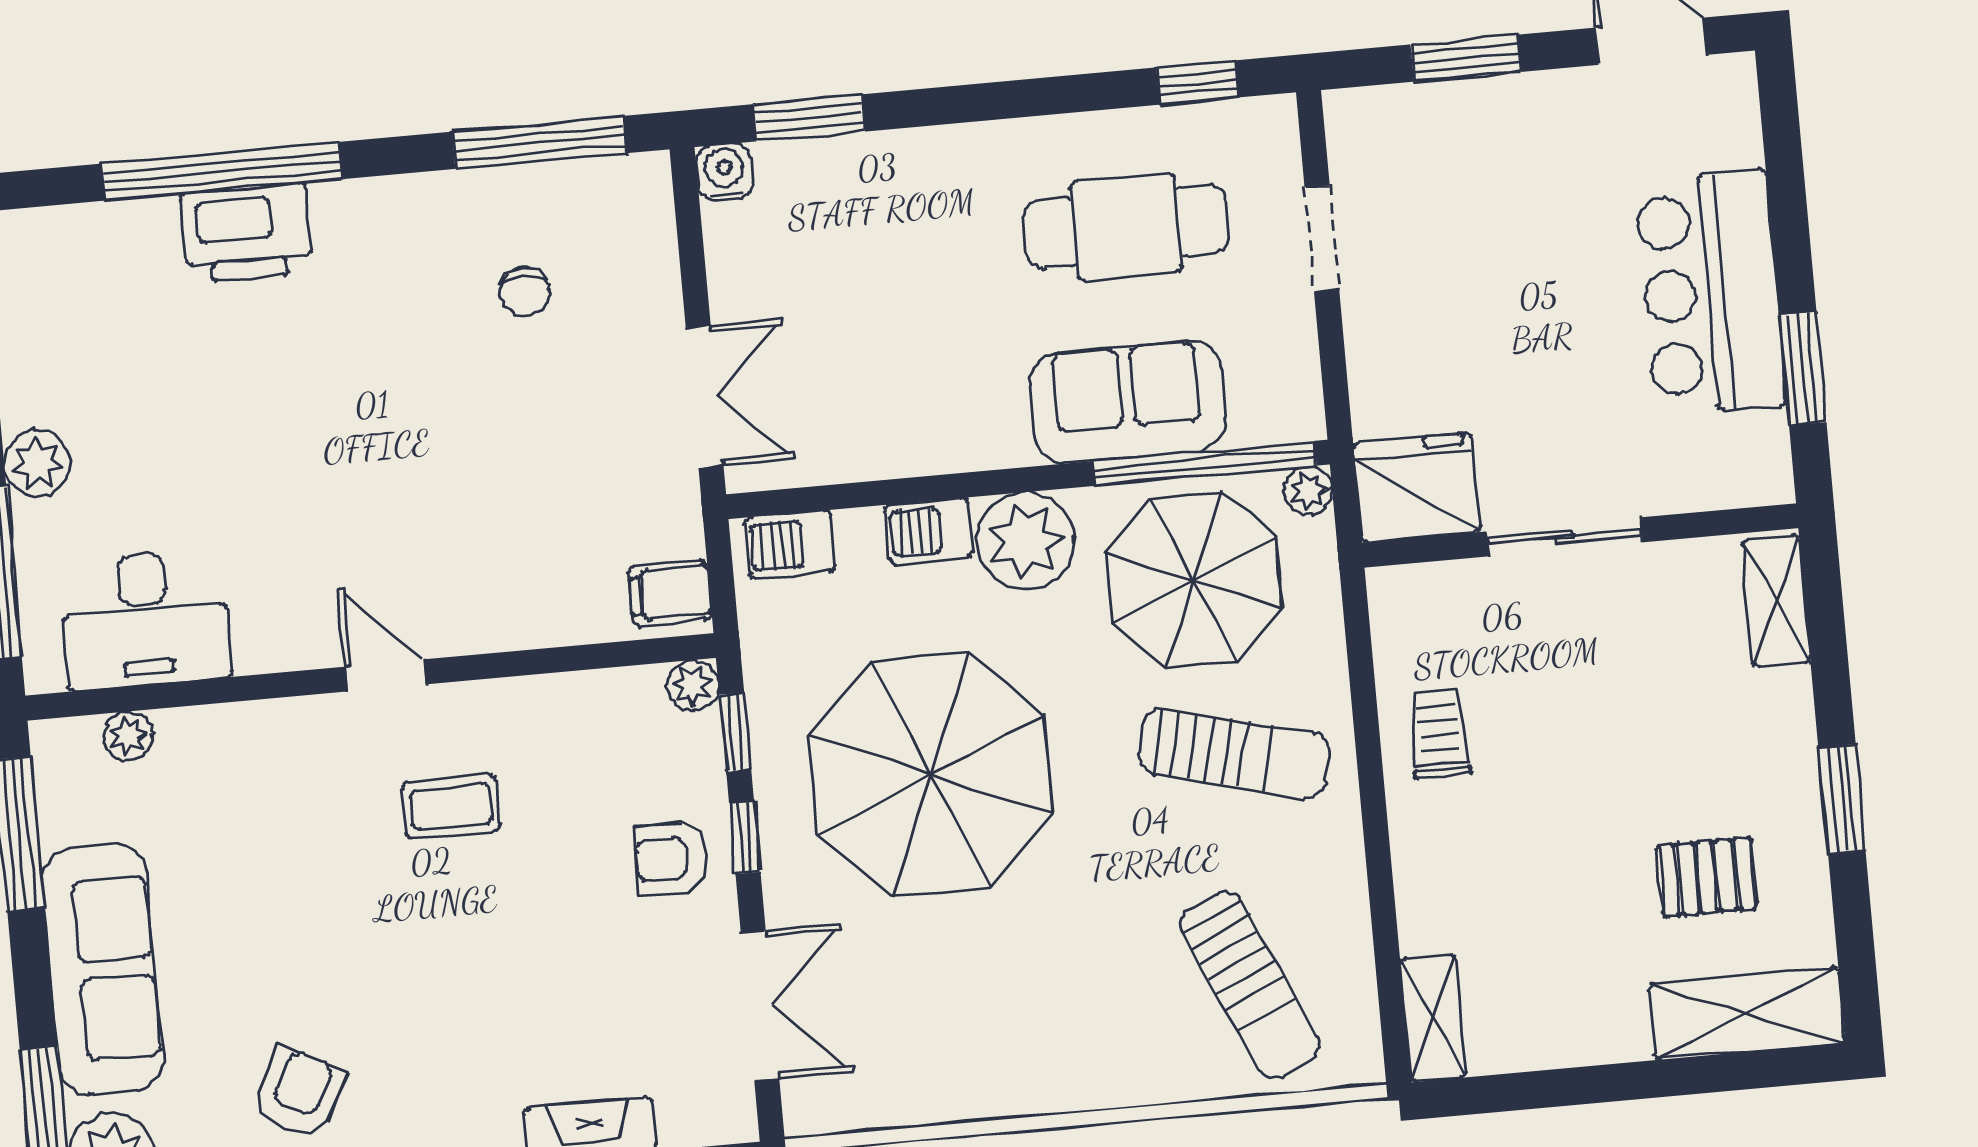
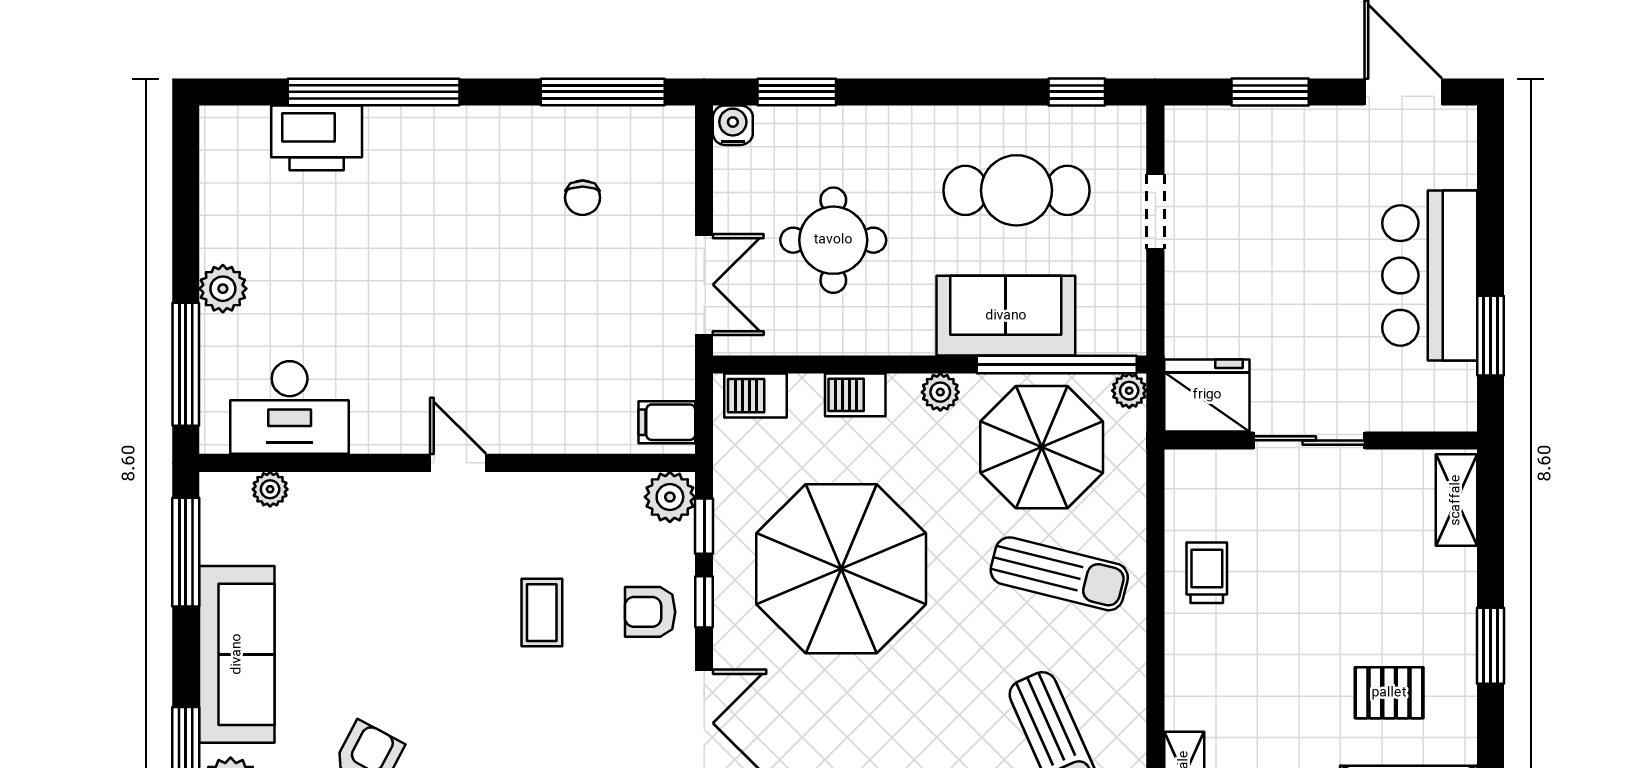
printer: (246, 233) -> (317, 138), moved
round table: (878, 319) -> (833, 240), added
plant: (1026, 541) -> (940, 392), width x0.53, depth x0.53
plant: (693, 686) -> (670, 497), width x1.38, depth x1.38
coffee table: (451, 807) -> (542, 613), moved, turned 90

